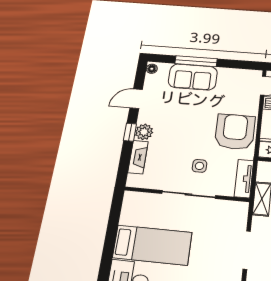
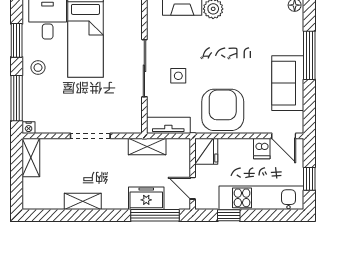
sofa: (193, 77) -> (288, 83), moved
armchair: (235, 132) -> (223, 110), turned -90

